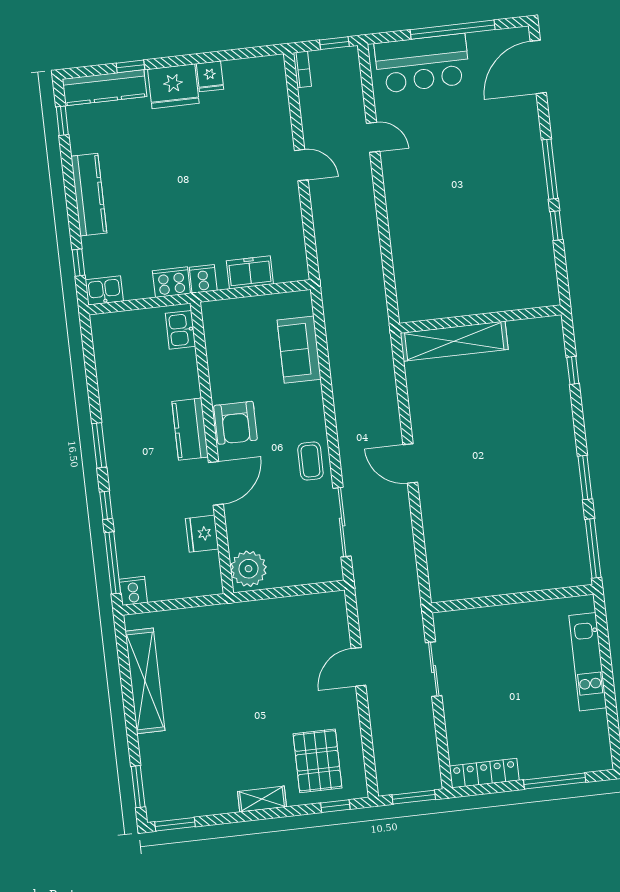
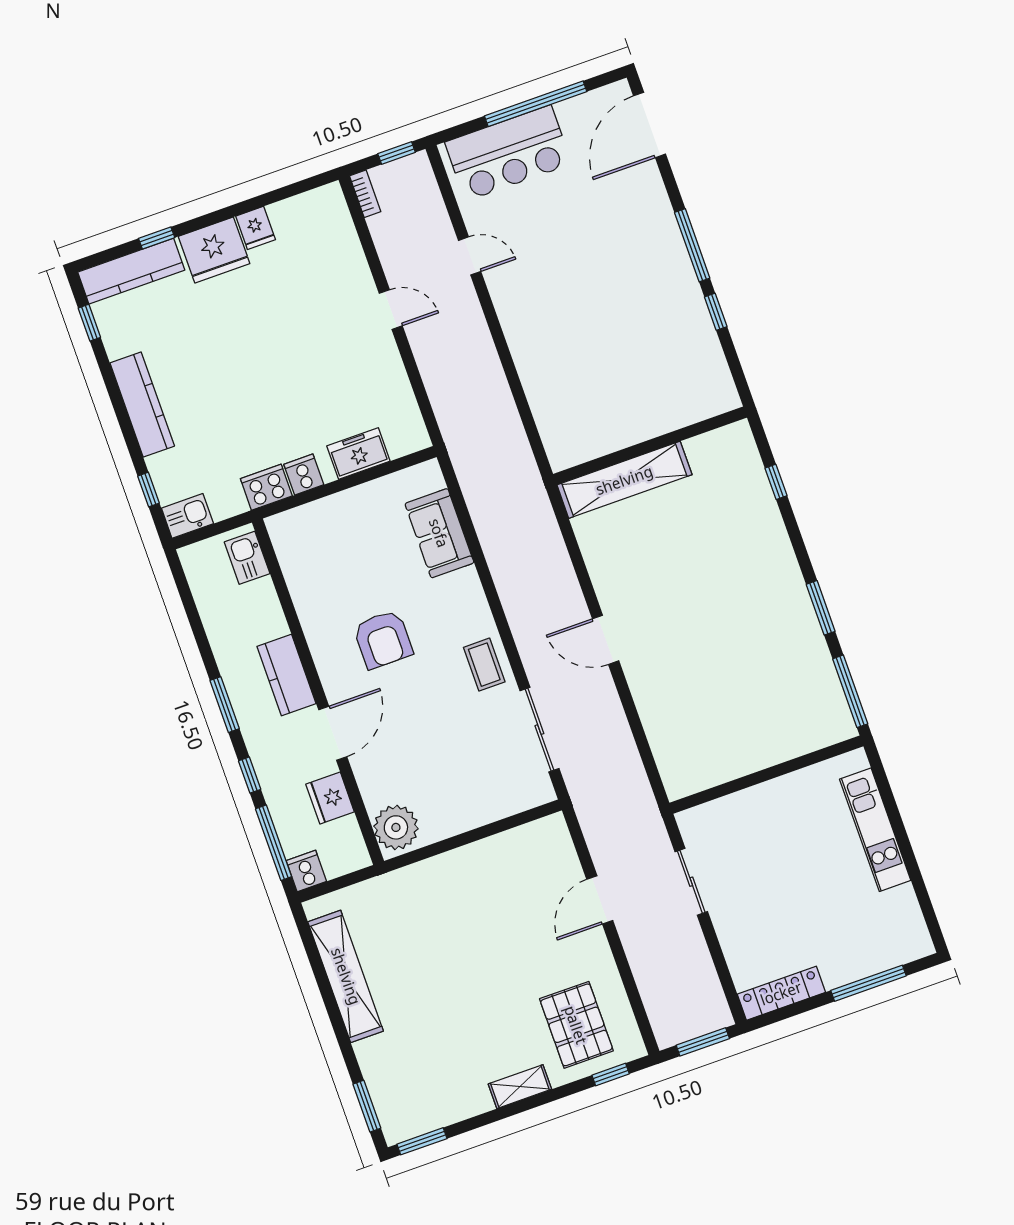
kitchen sink: (180, 330) -> (247, 558), moved
kitchen counter: (190, 429) -> (286, 675), moved
wall: (212, 448) -> (318, 692), moved
door: (216, 483) -> (333, 733), moved
fridge: (202, 534) -> (330, 798), moved
plant: (249, 569) -> (396, 827), moved

